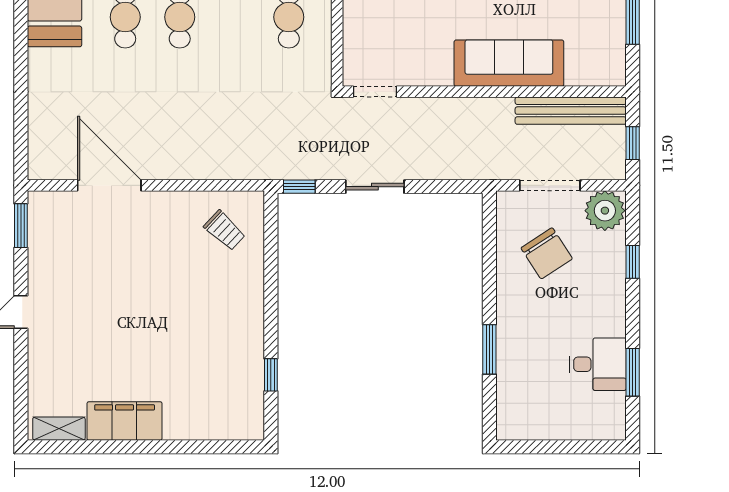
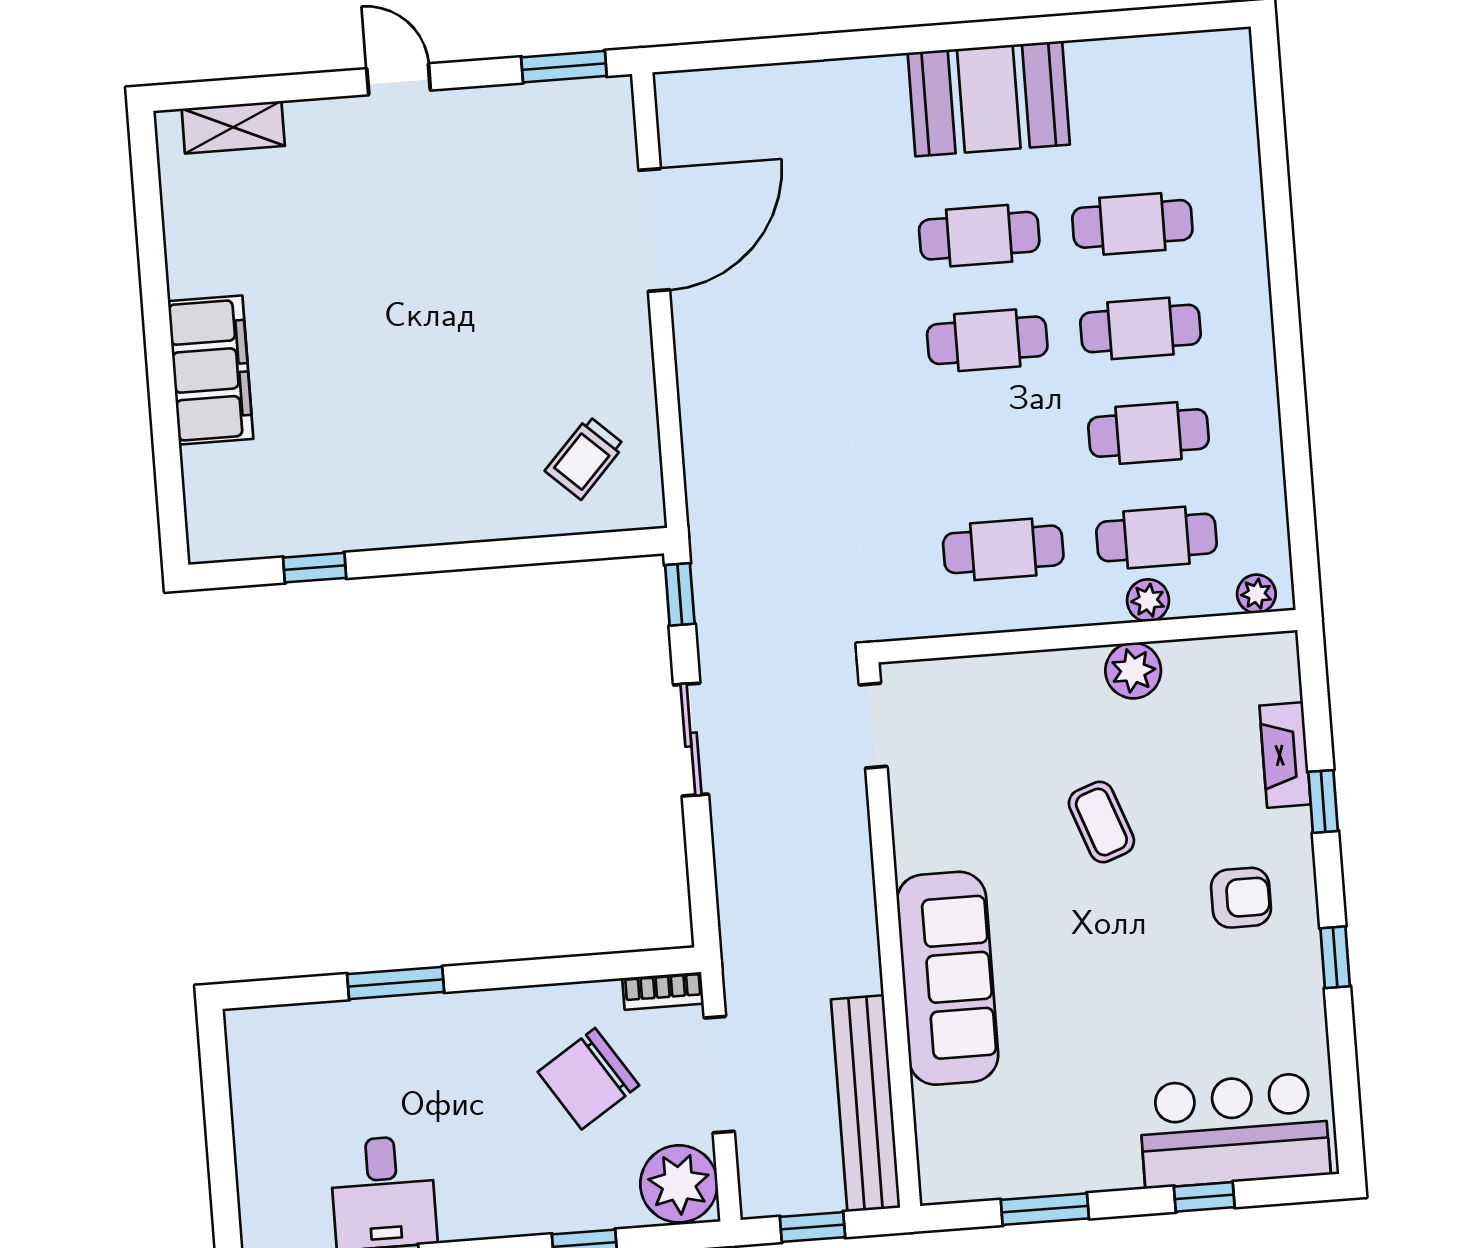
bookcase: (504, 211) -> (663, 991), added
filing cabinet: (125, 421) -> (211, 370), moved
shelving: (59, 429) -> (233, 127), moved, turned 90

